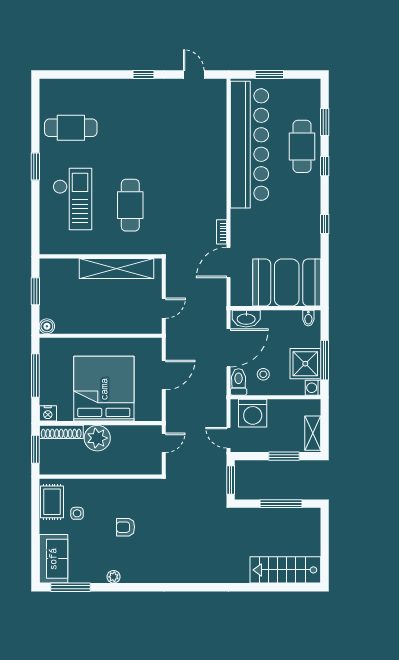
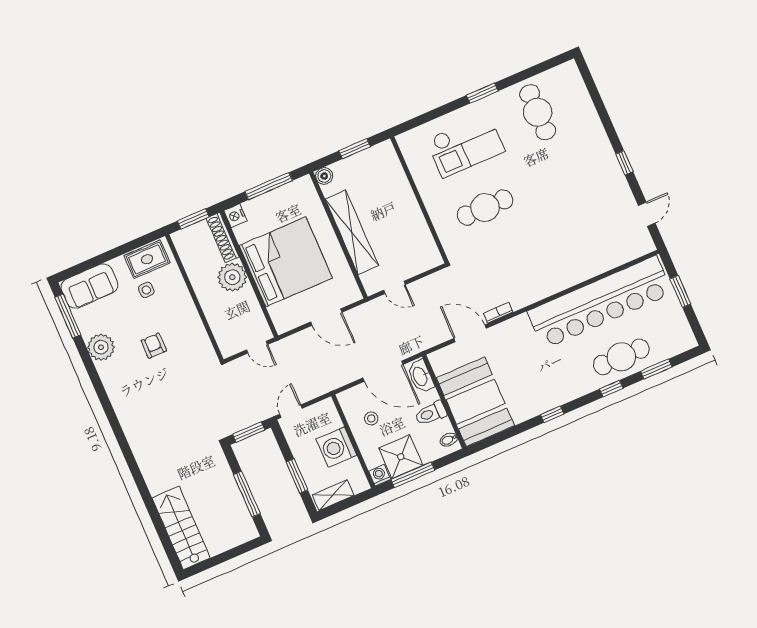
shelving: (116, 268) -> (352, 232), moved
toilet: (239, 382) -> (431, 413), moved, turned 180
washing machine: (253, 413) -> (336, 447), moved
plant: (114, 577) -> (101, 347), width x1.87, depth x1.87

